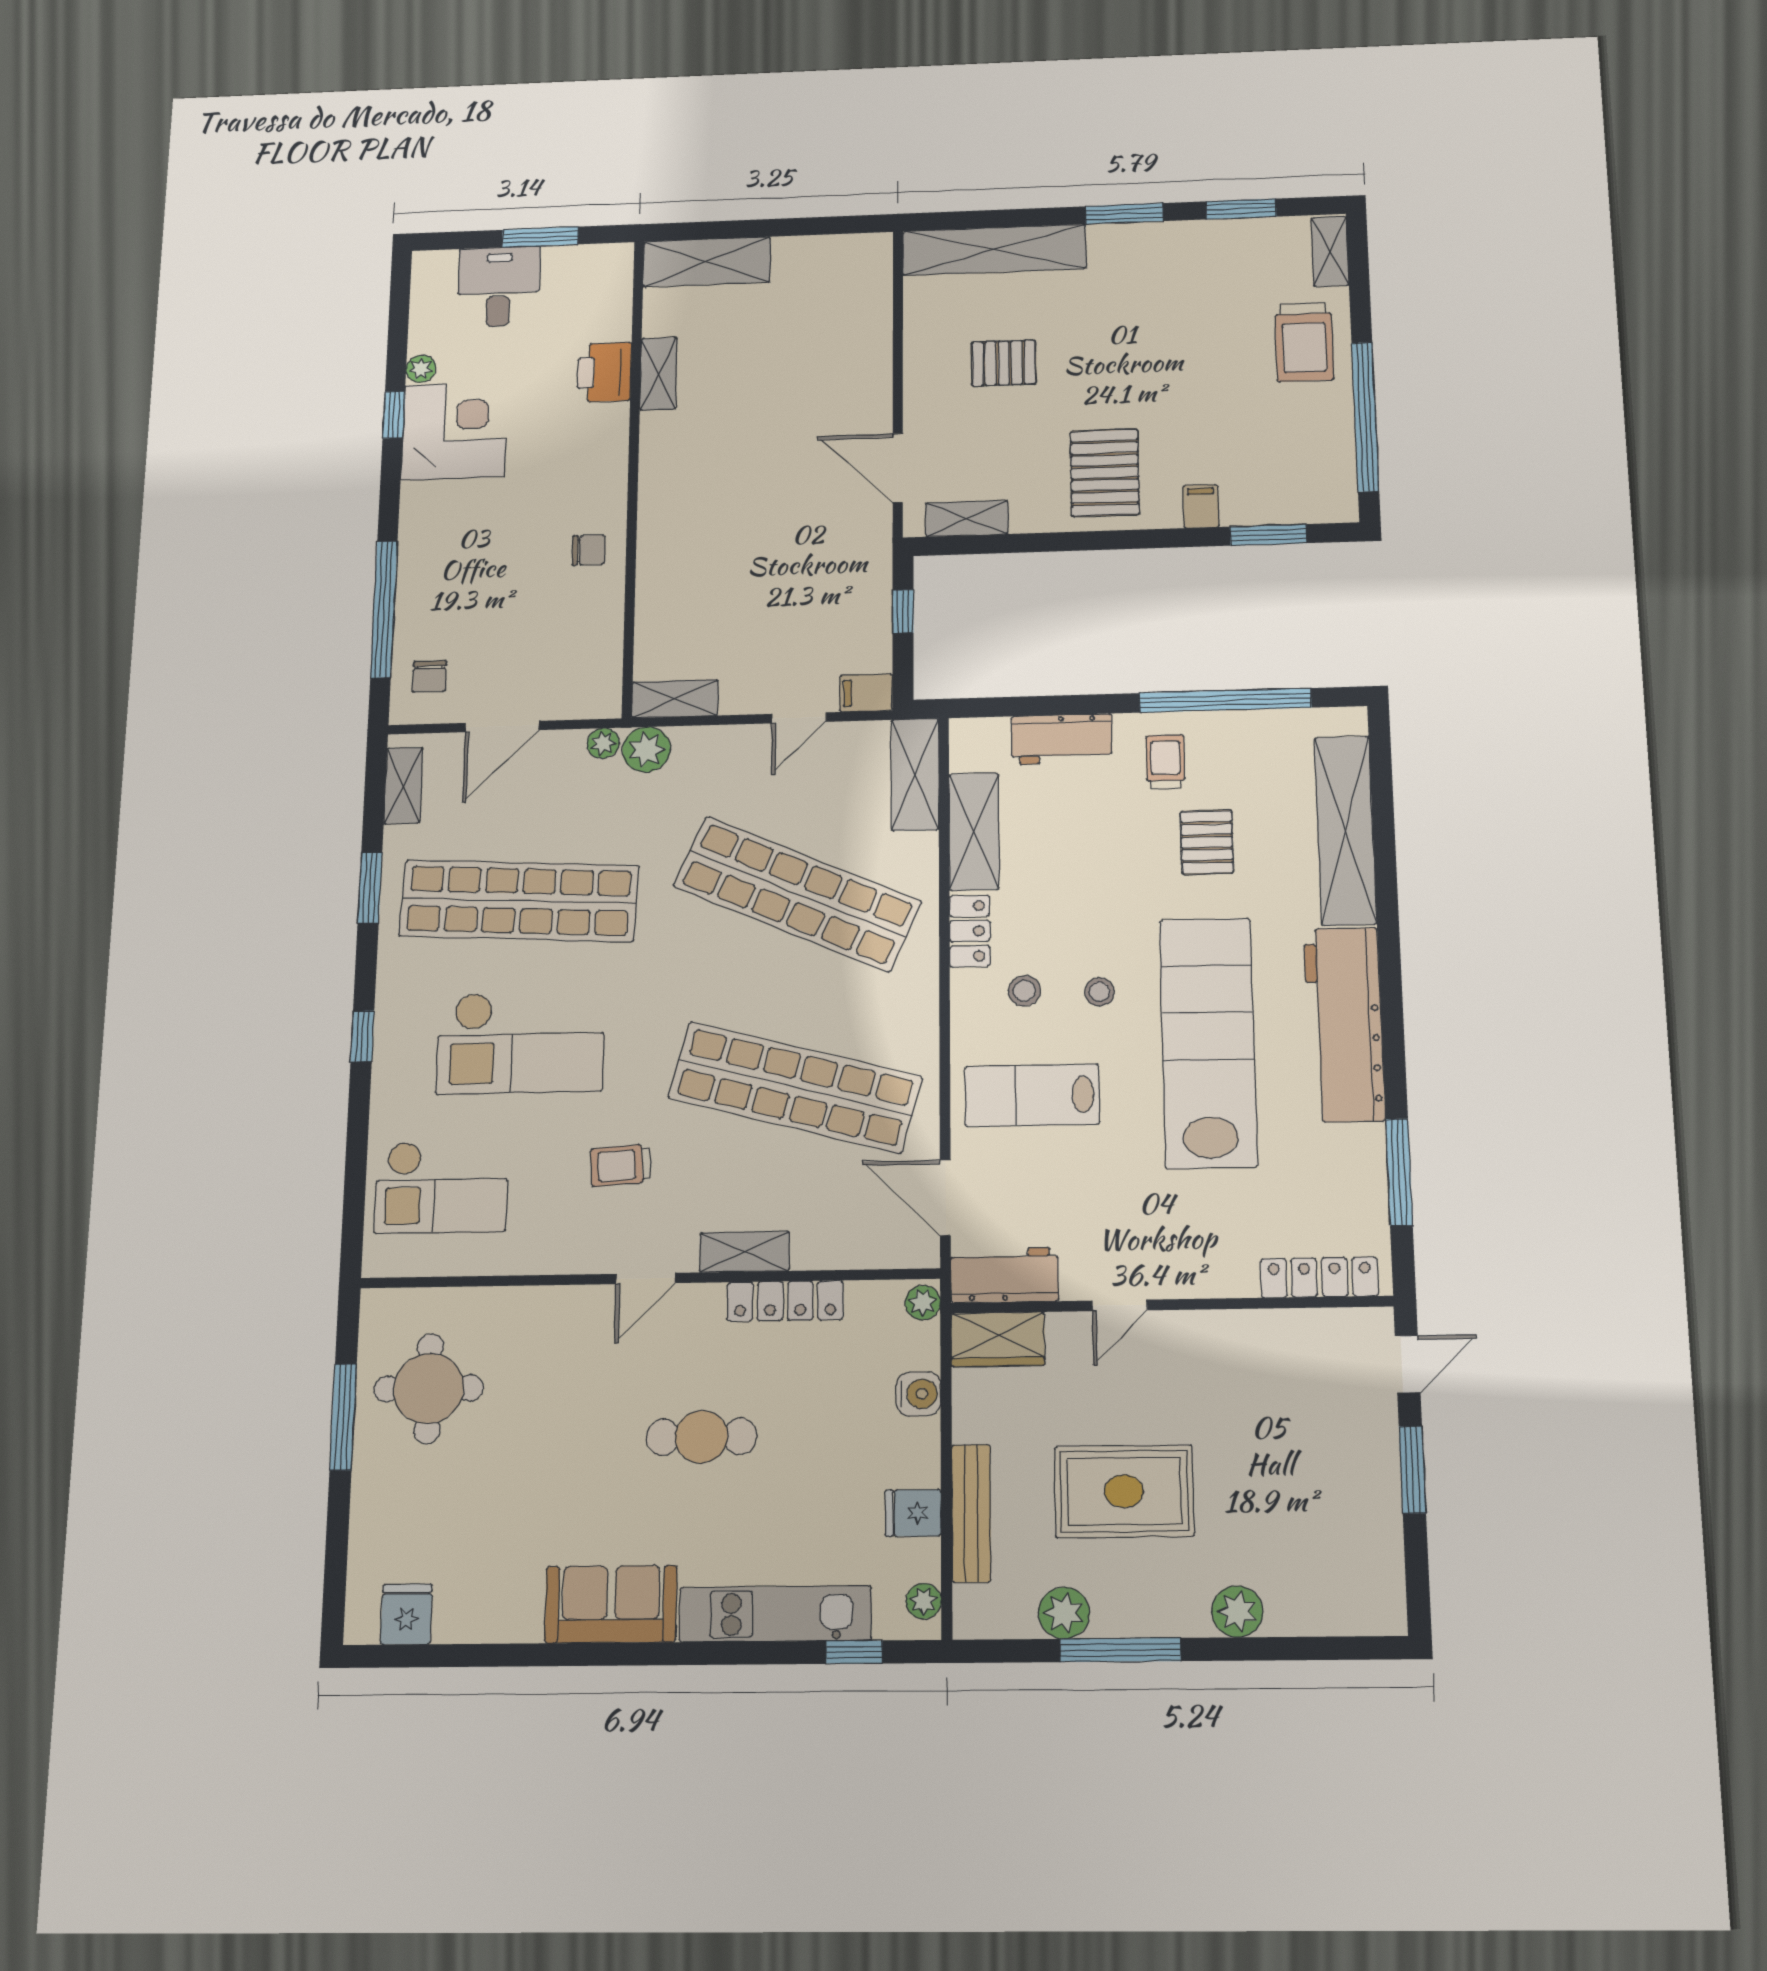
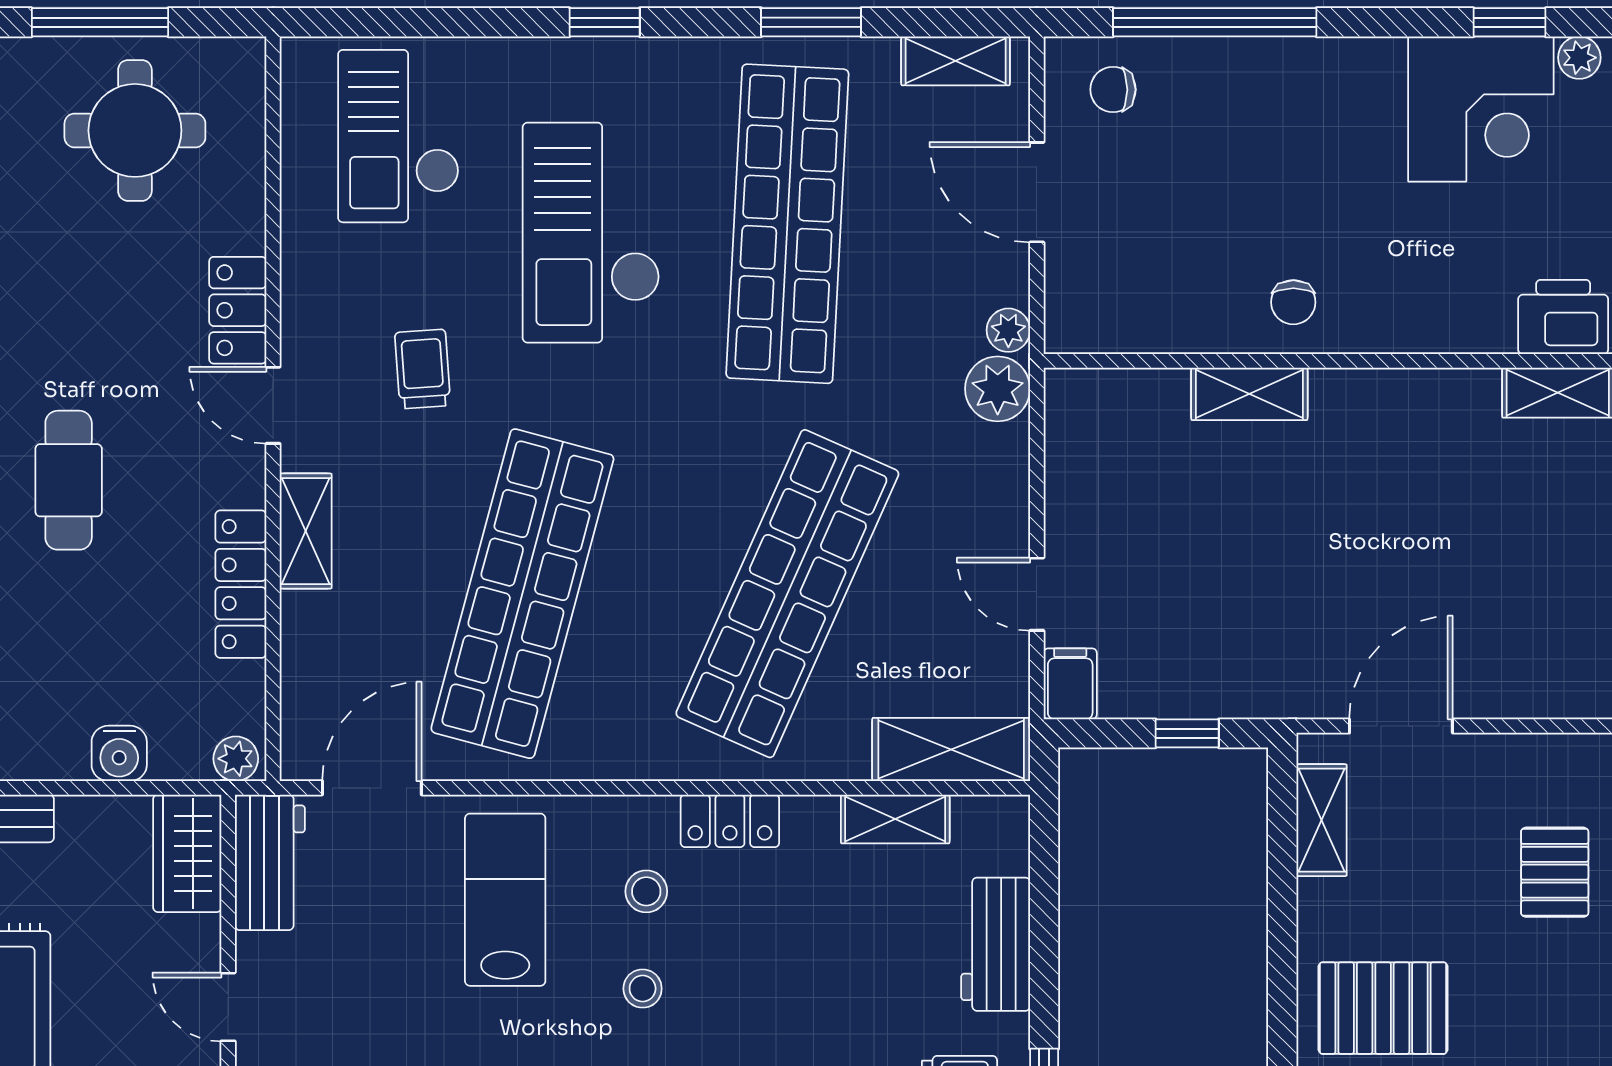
shelving: (675, 699) -> (1249, 394), moved, turned 90
shelving: (974, 832) -> (895, 819), width x0.67, depth x0.75
locker: (571, 1307) -> (238, 310), added

